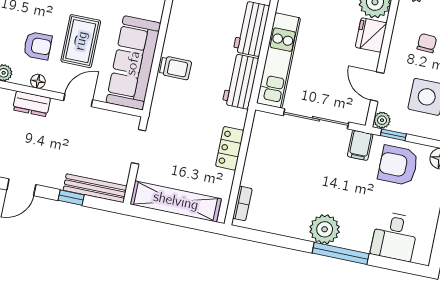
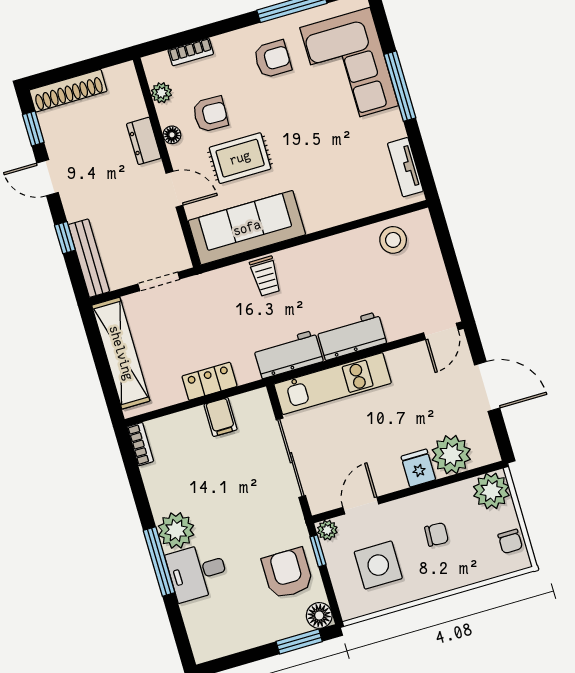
fridge: (371, 35) -> (418, 468), width x0.72
armchair: (38, 46) -> (210, 114), turned -87
filing cabinet: (360, 145) -> (221, 417), moved, turned -90
bookcase: (242, 203) -> (140, 444), moved, turned -90
desk: (395, 236) -> (197, 572), moved

